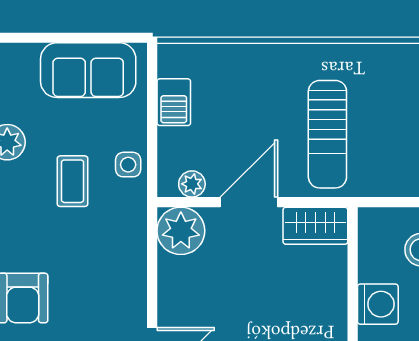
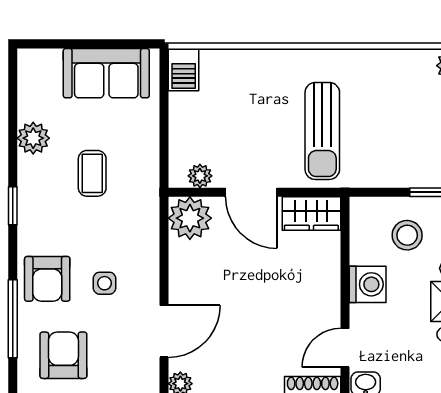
barbecue: (174, 102) -> (184, 70), moved
side table: (128, 165) -> (105, 283), moved
door: (249, 202) -> (251, 192), swing flipped

